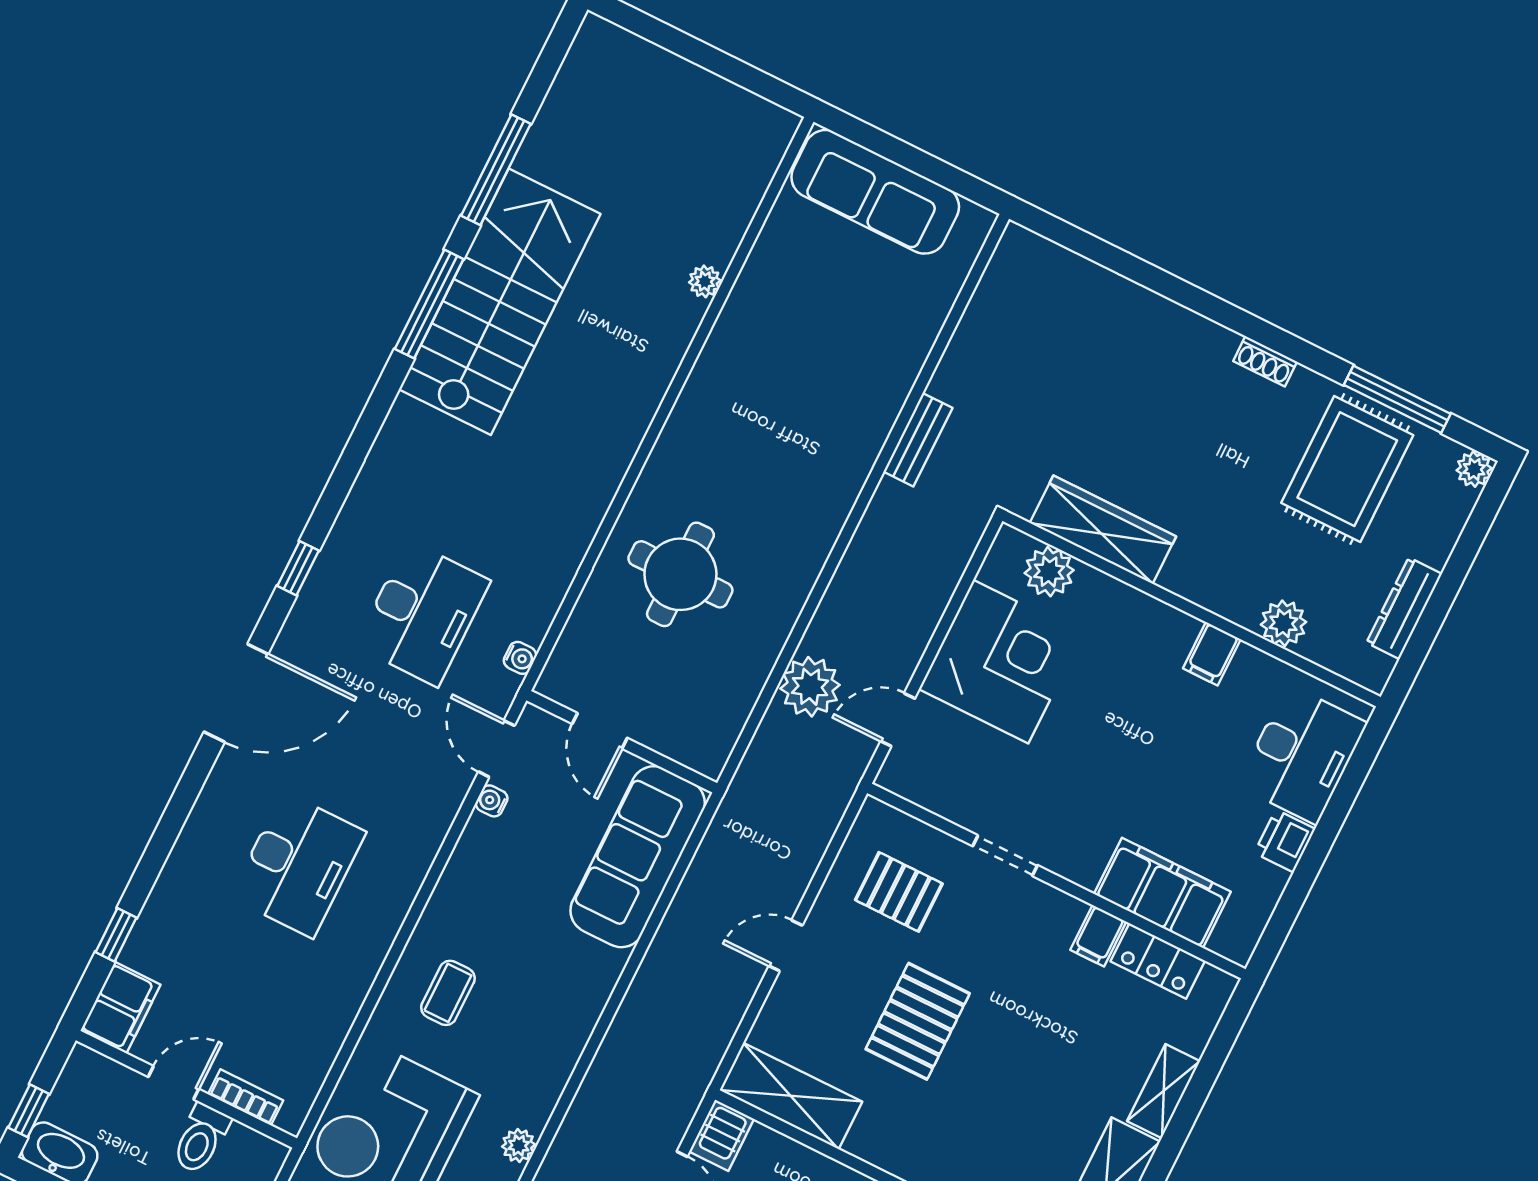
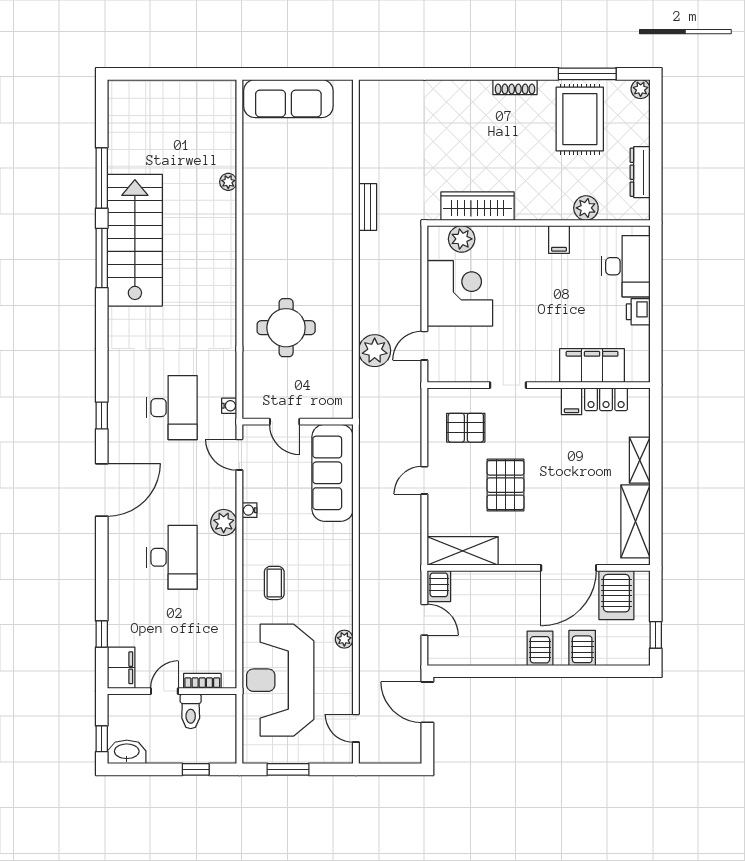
shoe rack: (1265, 361) -> (515, 87), width x1.43
water cooler: (492, 801) -> (250, 510), moved
plant: (413, 849) -> (224, 523), added

